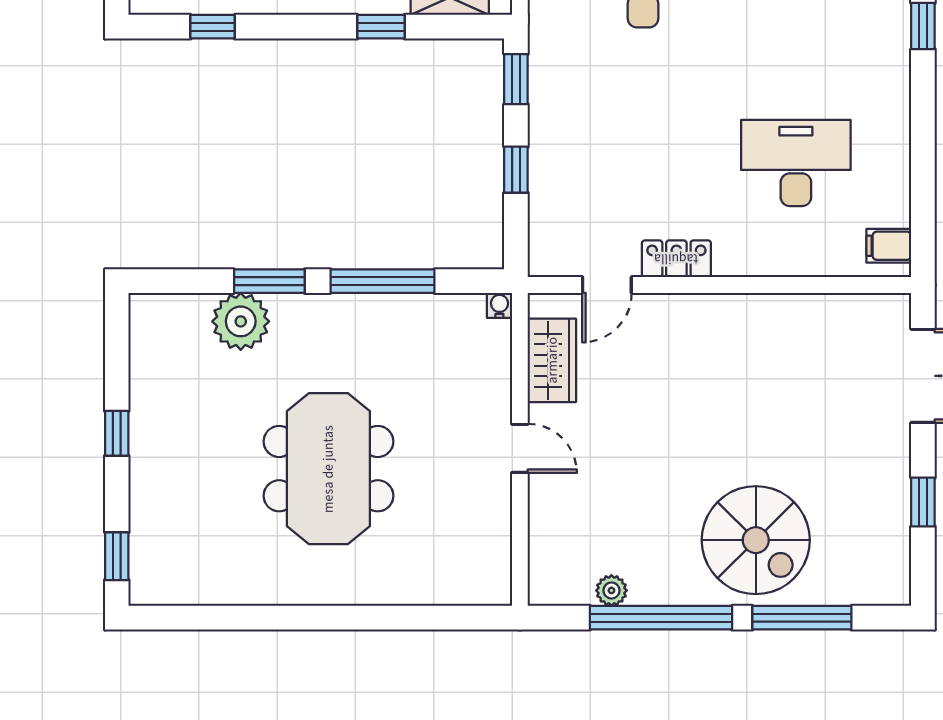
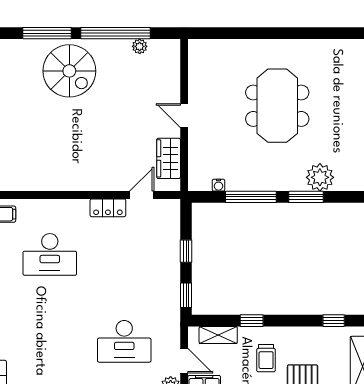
water cooler: (499, 305) -> (219, 185), moved
spiral stairs: (756, 540) -> (69, 71), turned 180

